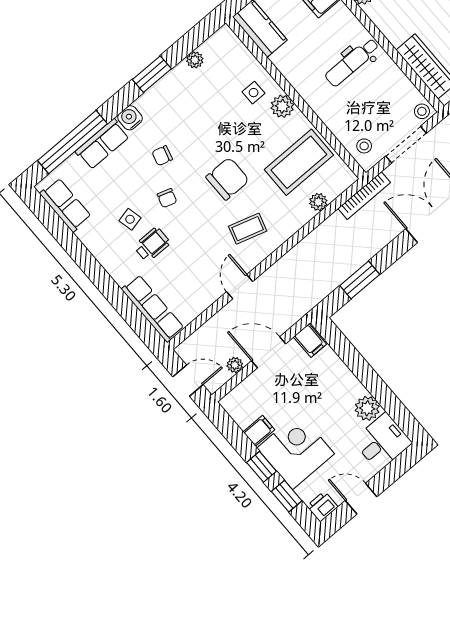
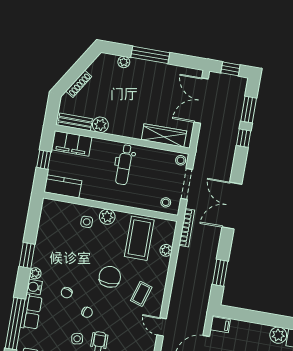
plant: (195, 60) -> (35, 273), moved

